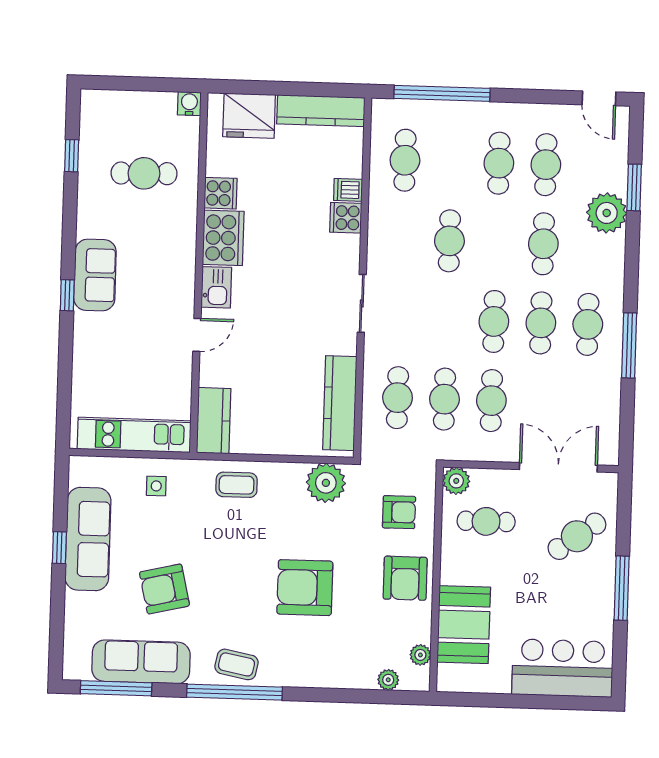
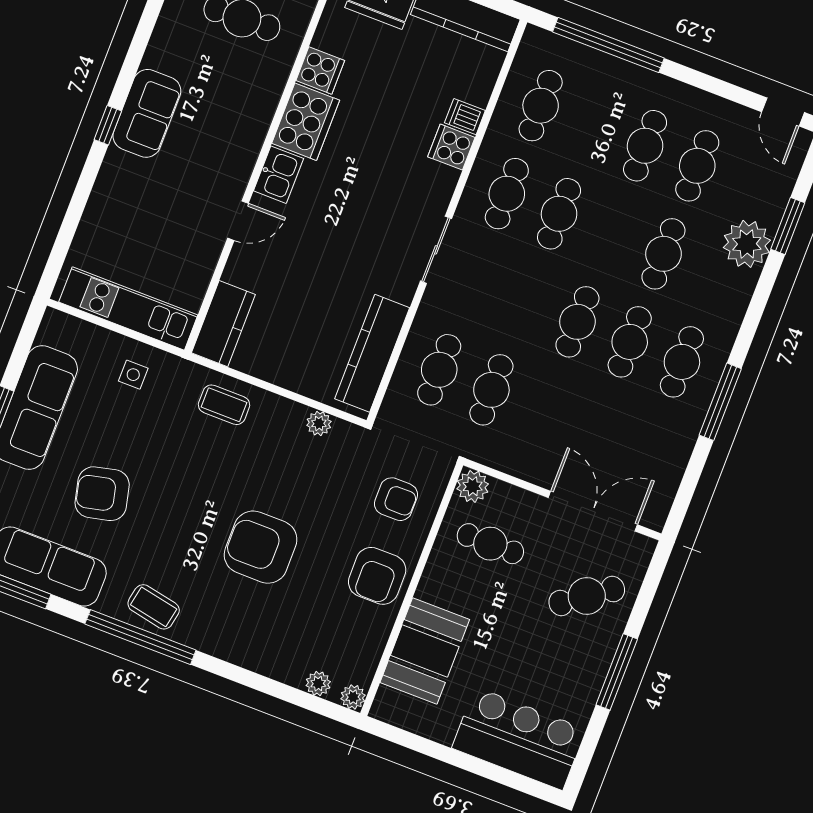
cafe table: (491, 401) -> (507, 194), moved
plant: (326, 483) -> (319, 423), width x0.53, depth x0.53
plant: (420, 655) -> (353, 697), moved

